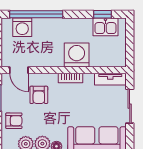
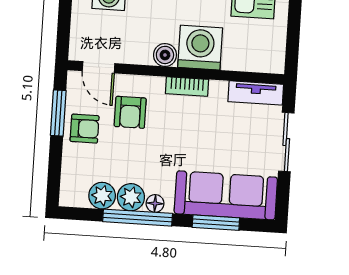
boiler: (57, 61) -> (165, 55), added
armchair: (14, 121) -> (85, 129), moved

